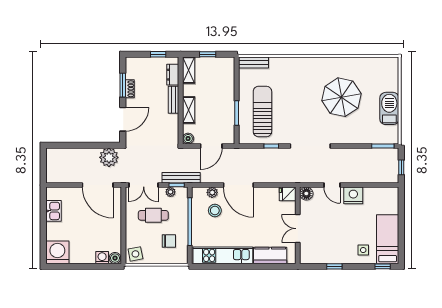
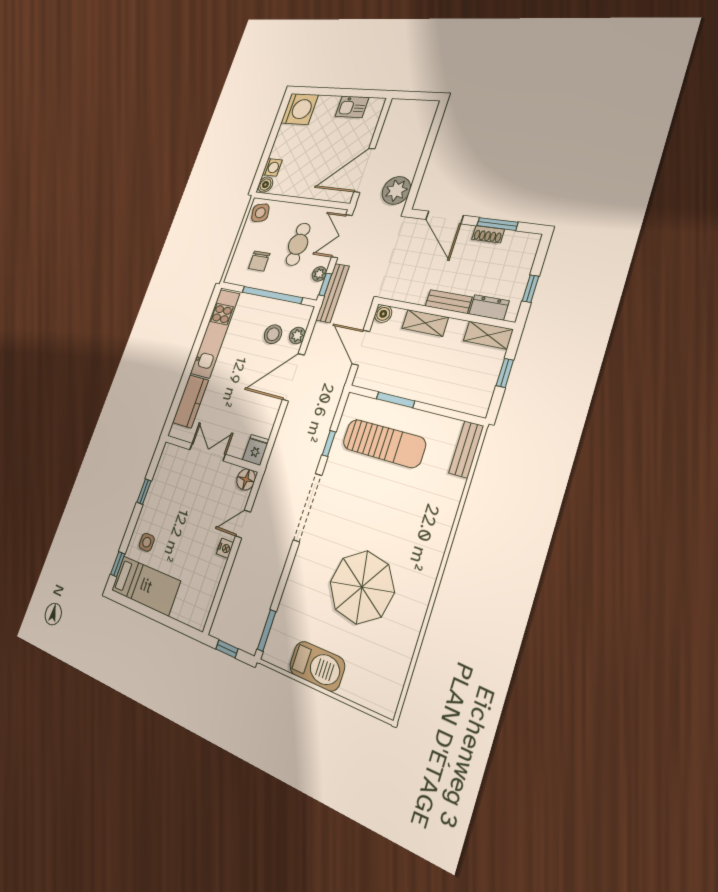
nightstand: (353, 195) -> (225, 548), width x0.53, depth x0.56

